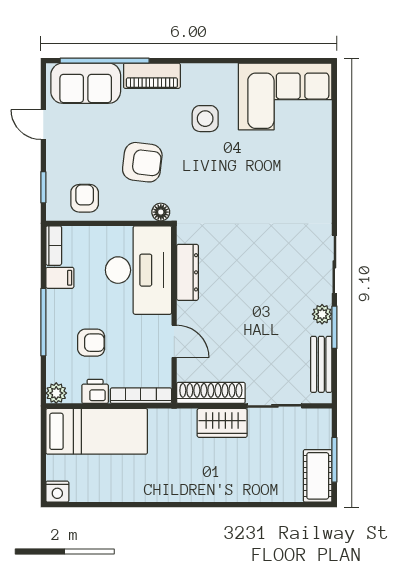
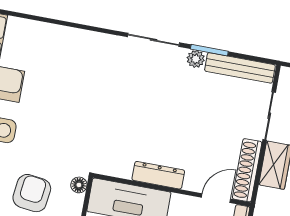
dresser: (187, 272) -> (158, 175), moved
door: (174, 341) -> (216, 198), moved
bench: (321, 364) -> (240, 68), width x1.36

